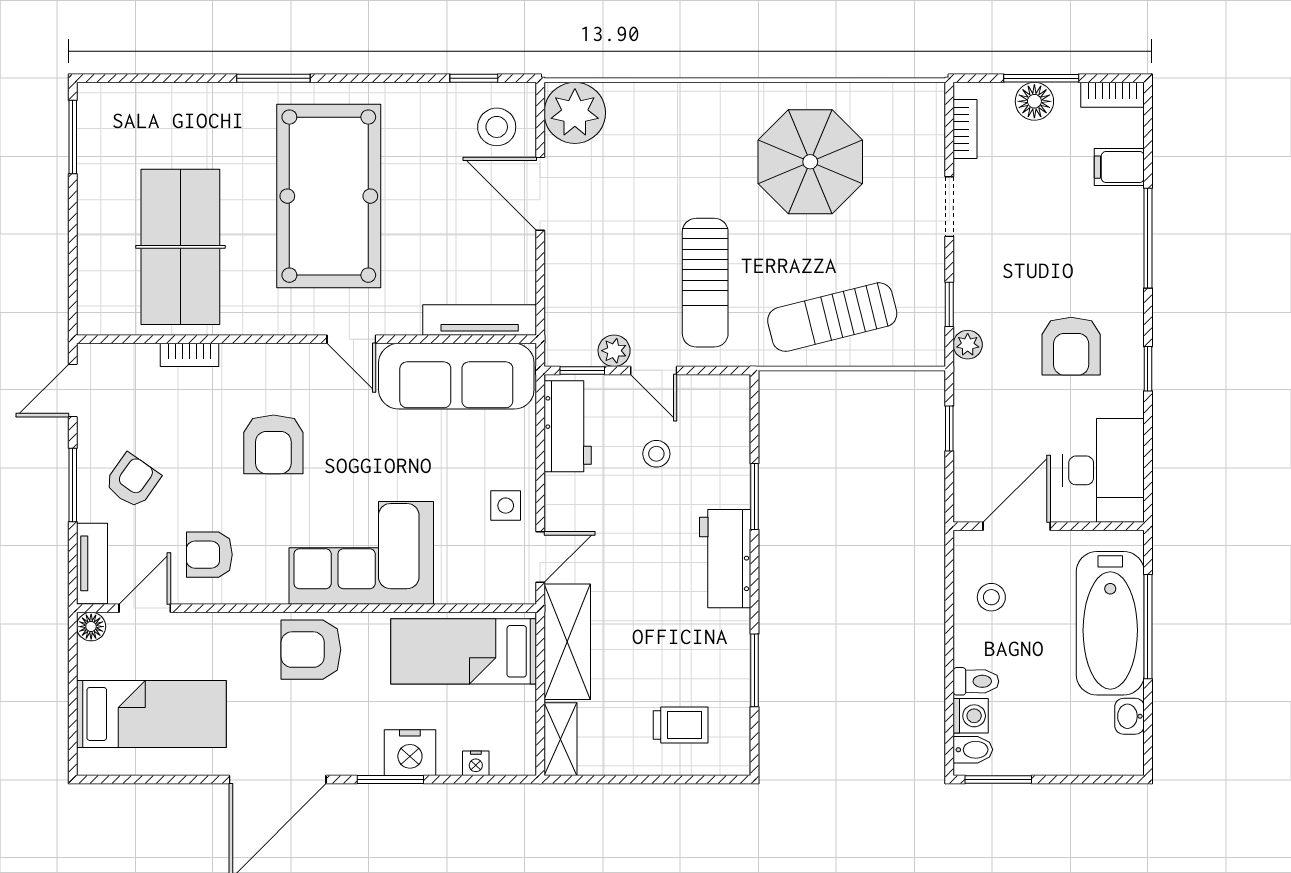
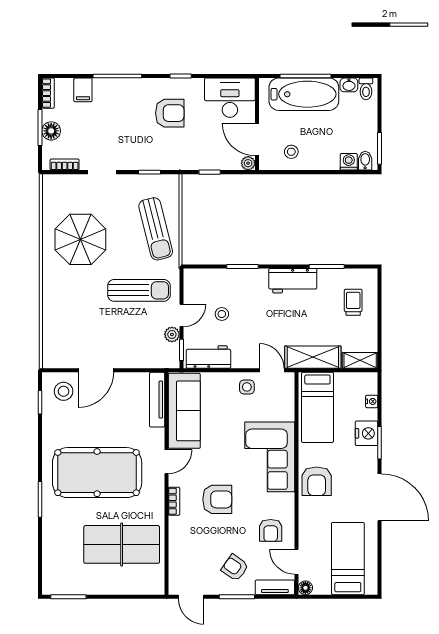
plant: (575, 113) -> (57, 353), removed
plant: (968, 345) -> (248, 163), moved
bookcase: (189, 355) -> (174, 501), moved
workbench: (725, 559) -> (293, 281), moved
toilet: (976, 681) -> (366, 89), moved, turned 180

